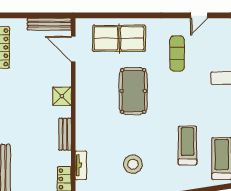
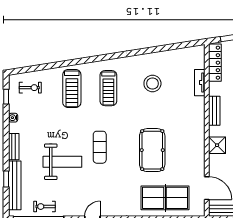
exercise mat: (177, 54) -> (100, 147), moved
treadmill: (187, 145) -> (108, 88), moved

